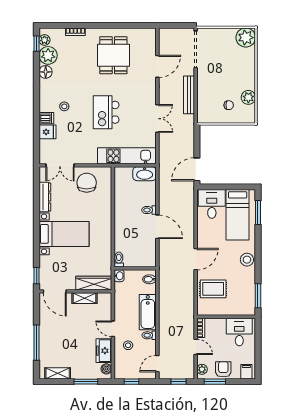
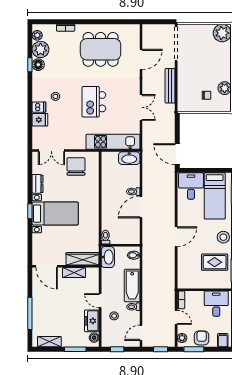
window: (37, 44) -> (30, 65), moved
dining table: (113, 55) -> (101, 49), width x1.38
door: (197, 169) -> (177, 154), hinge flipped
dresser: (45, 197) -> (38, 184), width x0.70
door: (157, 227) -> (141, 207), swing flipped
window: (37, 276) -> (30, 211), moved
washbasin: (119, 276) -> (108, 257), width x1.91, depth x1.45
rug: (213, 289) -> (215, 262), moved

